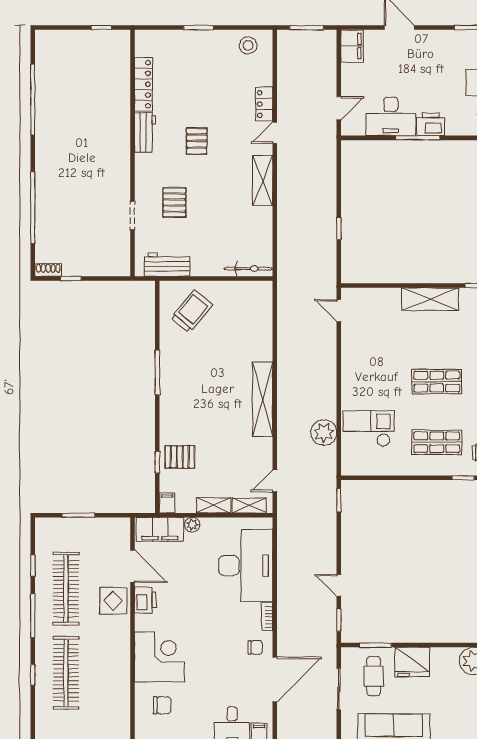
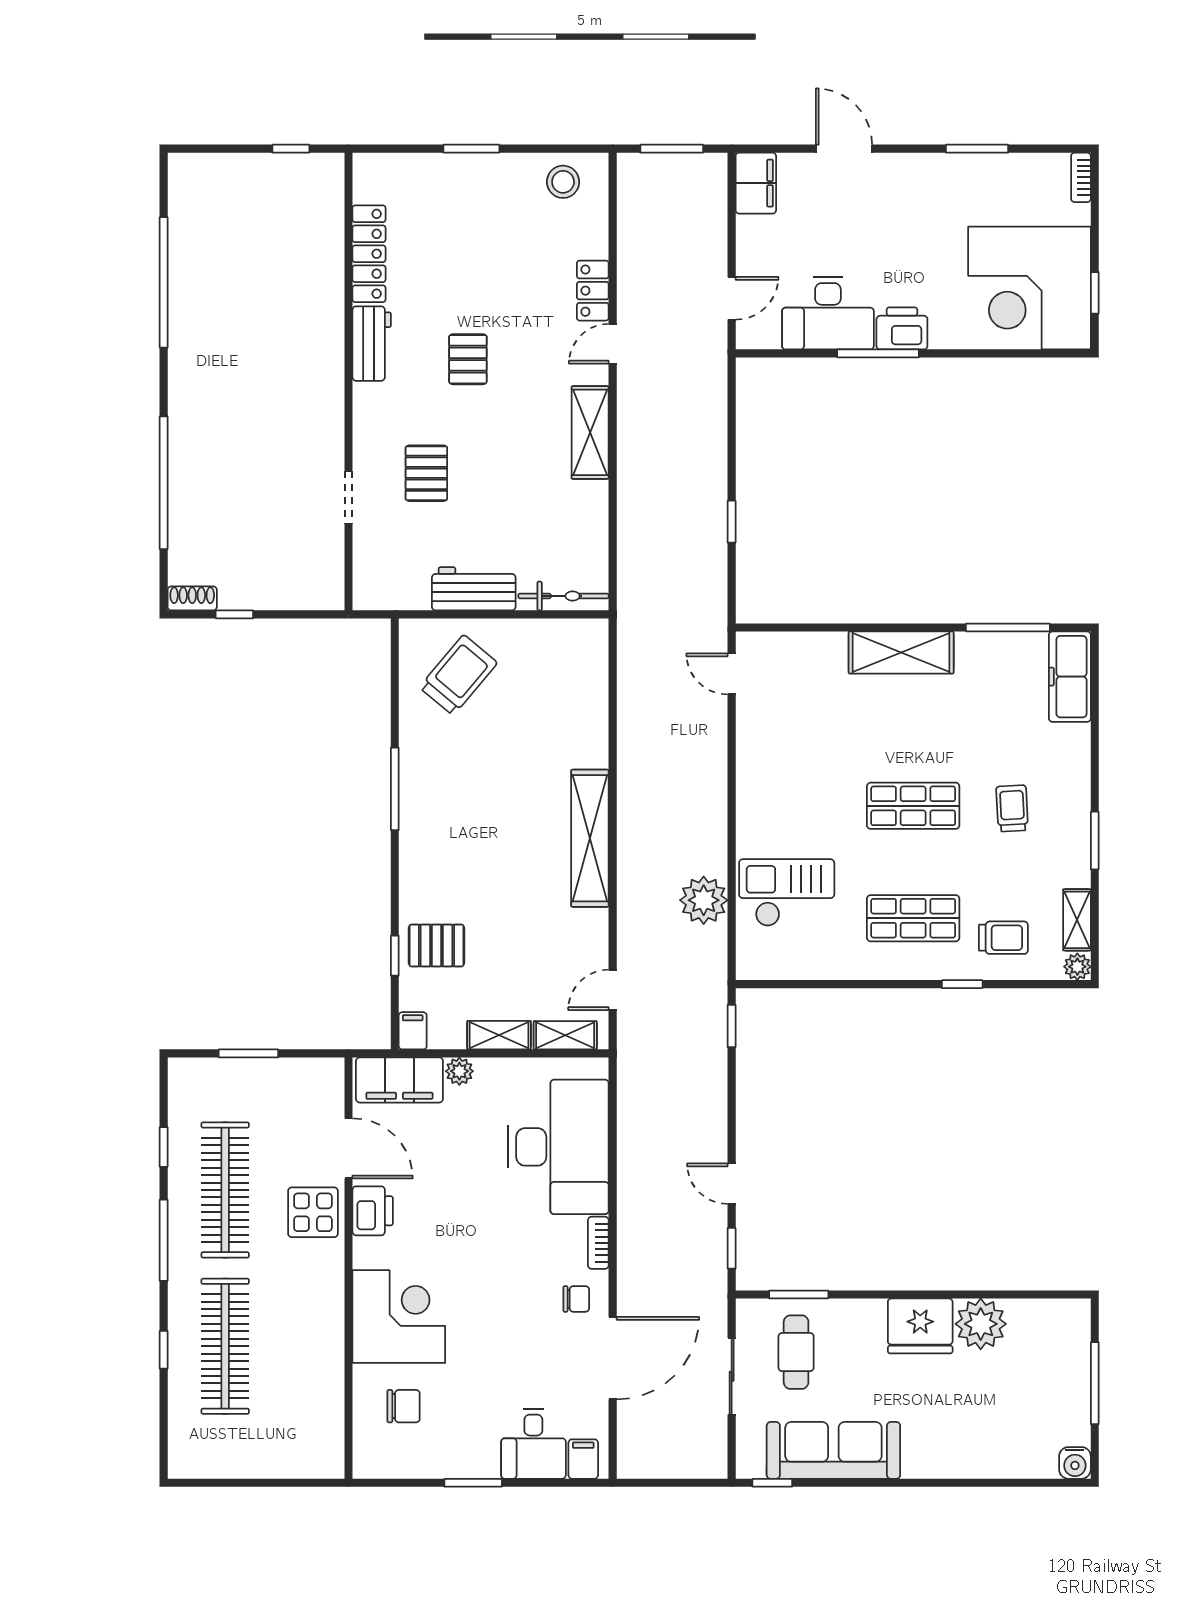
workbench: (167, 265) -> (474, 589), moved
fridge: (412, 662) -> (920, 1326), moved

